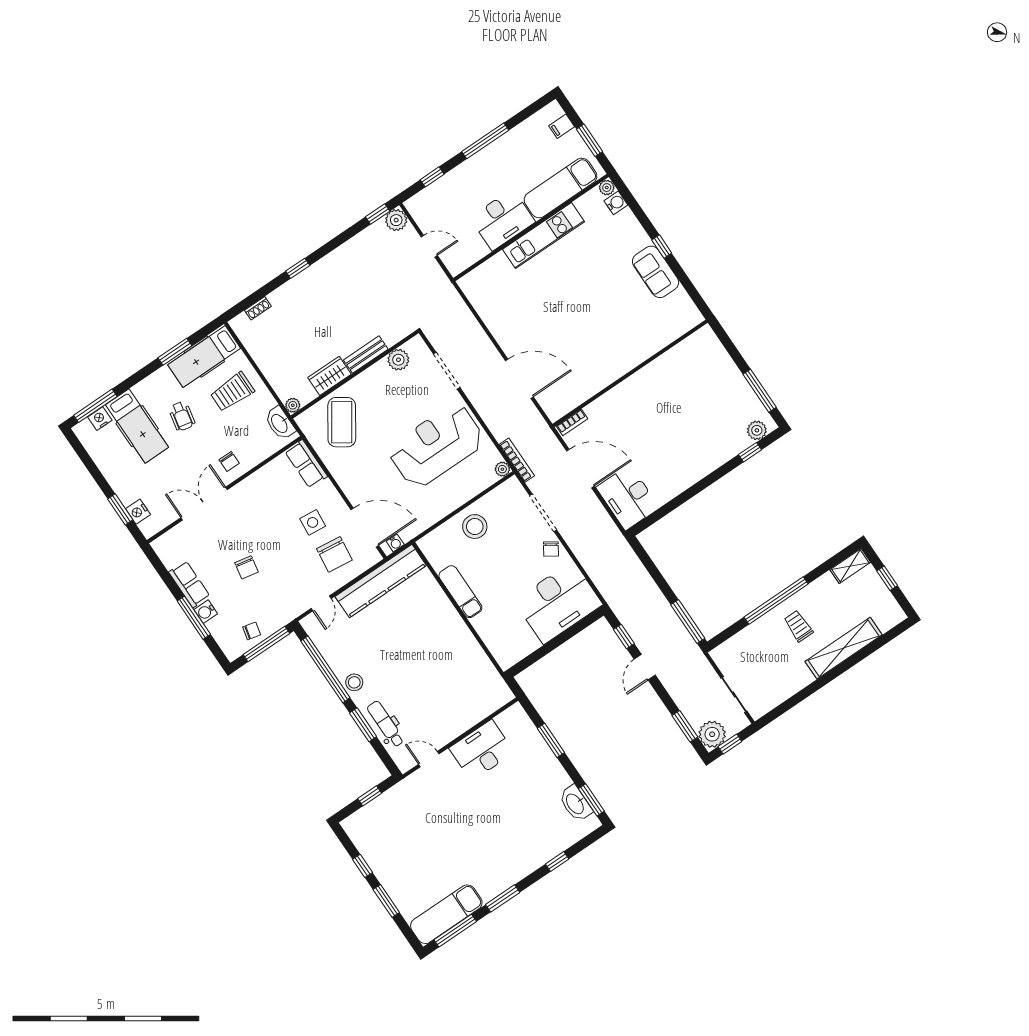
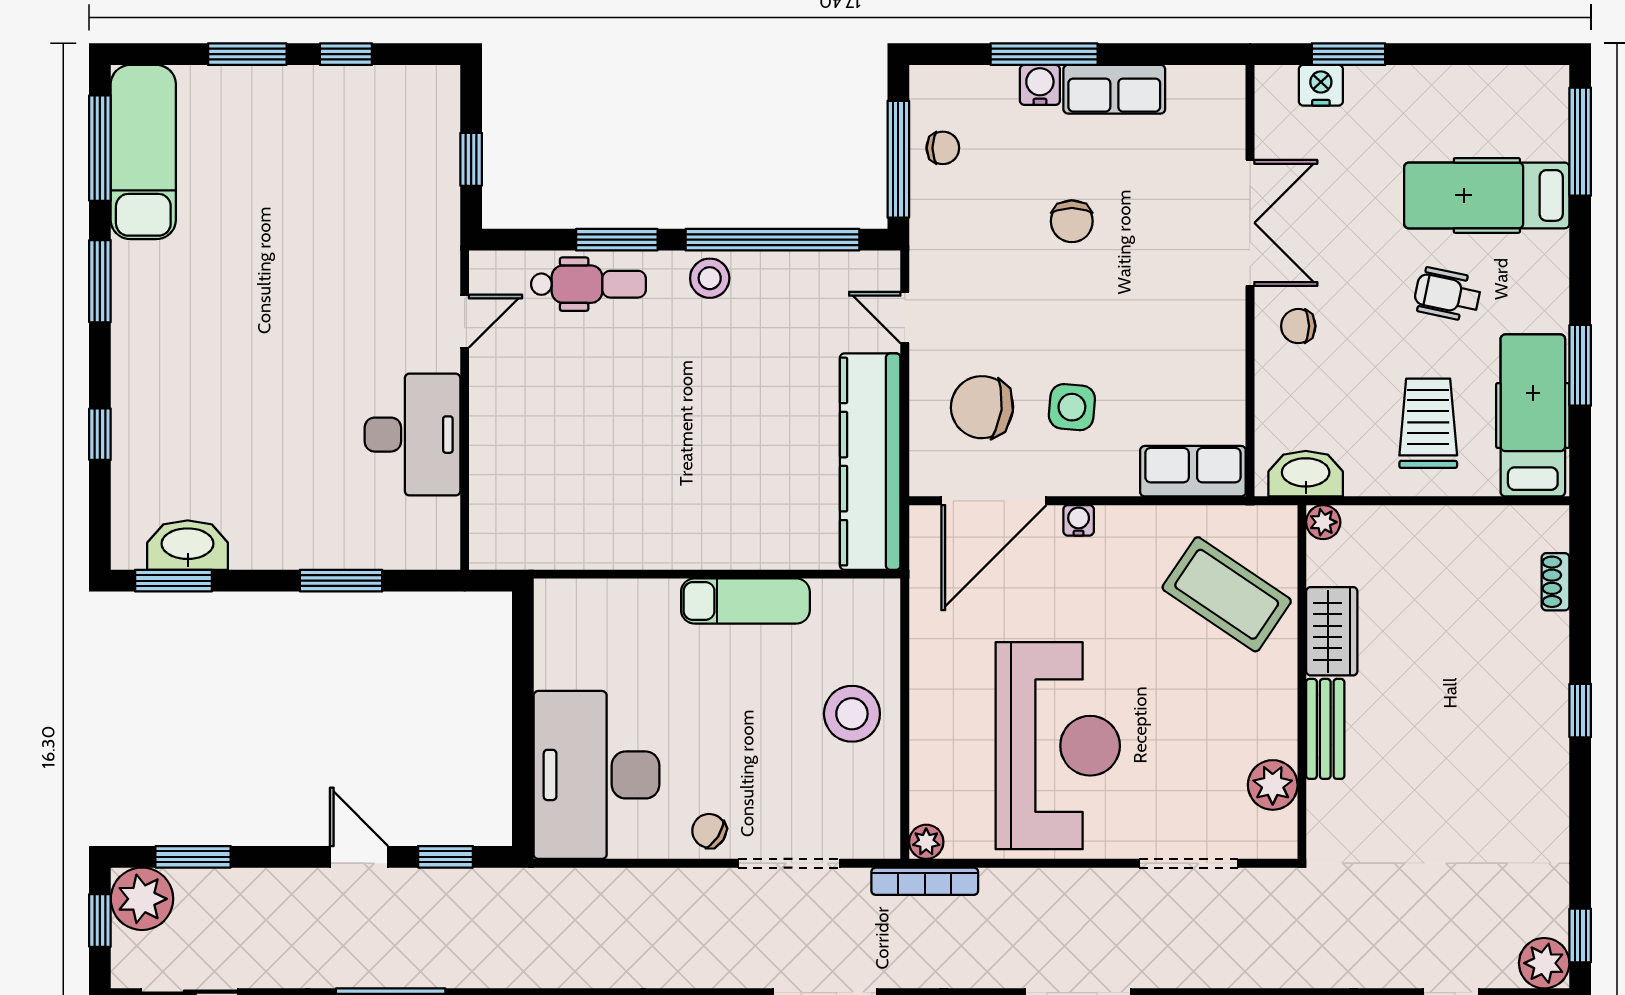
nightstand: (100, 419) -> (1550, 133), removed
water cooler: (395, 543) -> (1079, 520), moved, turned 90
chair: (246, 567) -> (1072, 221), turned -101
chair: (252, 631) -> (943, 148), turned -103

